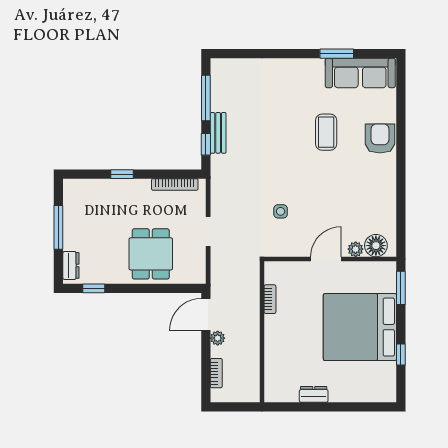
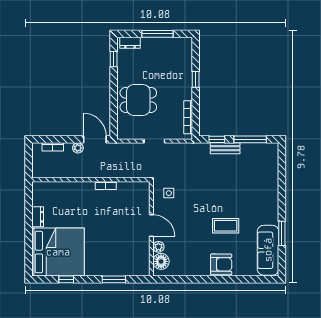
floor lamp: (376, 246) -> (161, 261), moved
plant: (356, 249) -> (158, 247), moved
door: (326, 259) -> (151, 226), moved
wall: (330, 259) -> (151, 229), moved
bed: (360, 327) -> (58, 252), moved, turned 90

